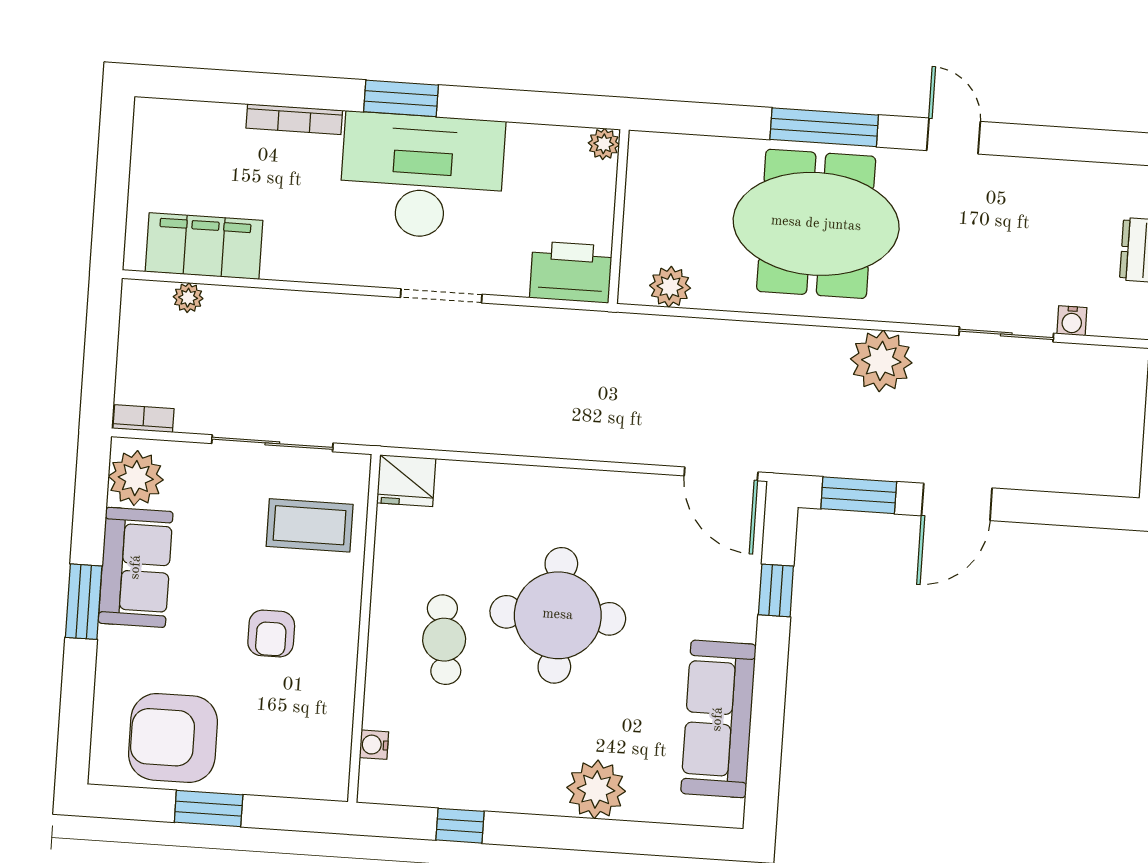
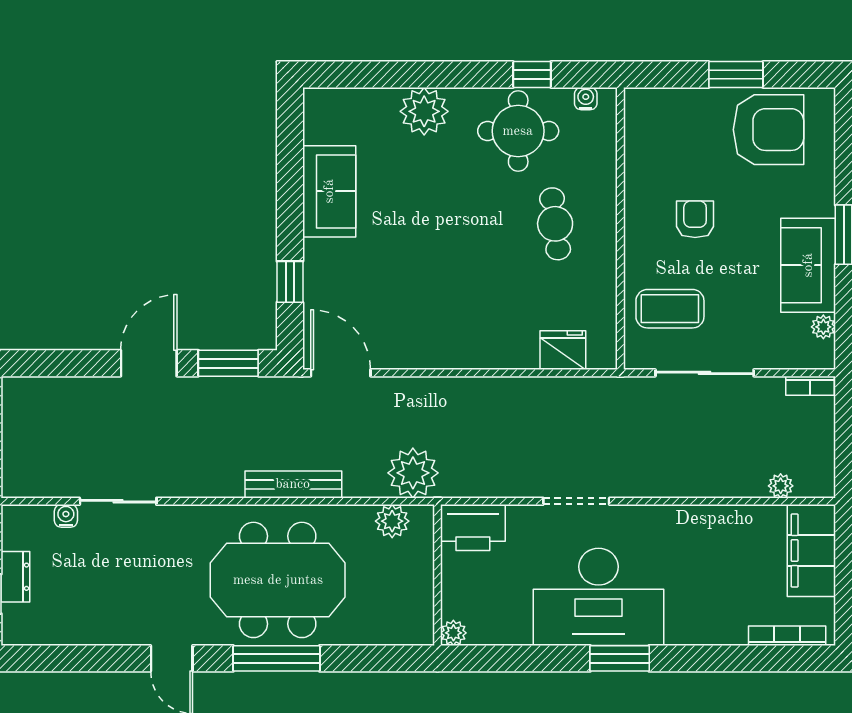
bookcase: (294, 119) -> (787, 636), moved
filing cabinet: (204, 246) -> (811, 551), moved, turned 90
bench: (789, 340) -> (293, 484), added
plant: (881, 361) -> (413, 473), moved
plant: (136, 478) -> (823, 327), width x0.53, depth x0.53
fridge: (406, 481) -> (563, 350), moved
round table: (558, 615) -> (518, 131), moved, width x0.73, depth x0.73
sofa: (718, 719) -> (329, 191), width x0.73
water cooler: (374, 745) -> (586, 99), moved, turned -90

